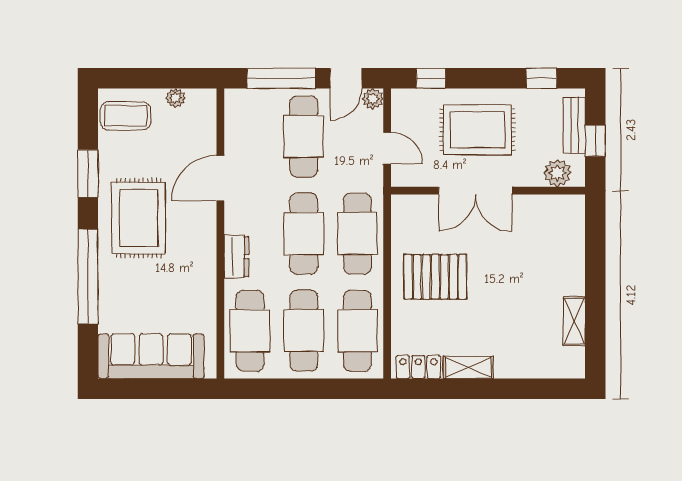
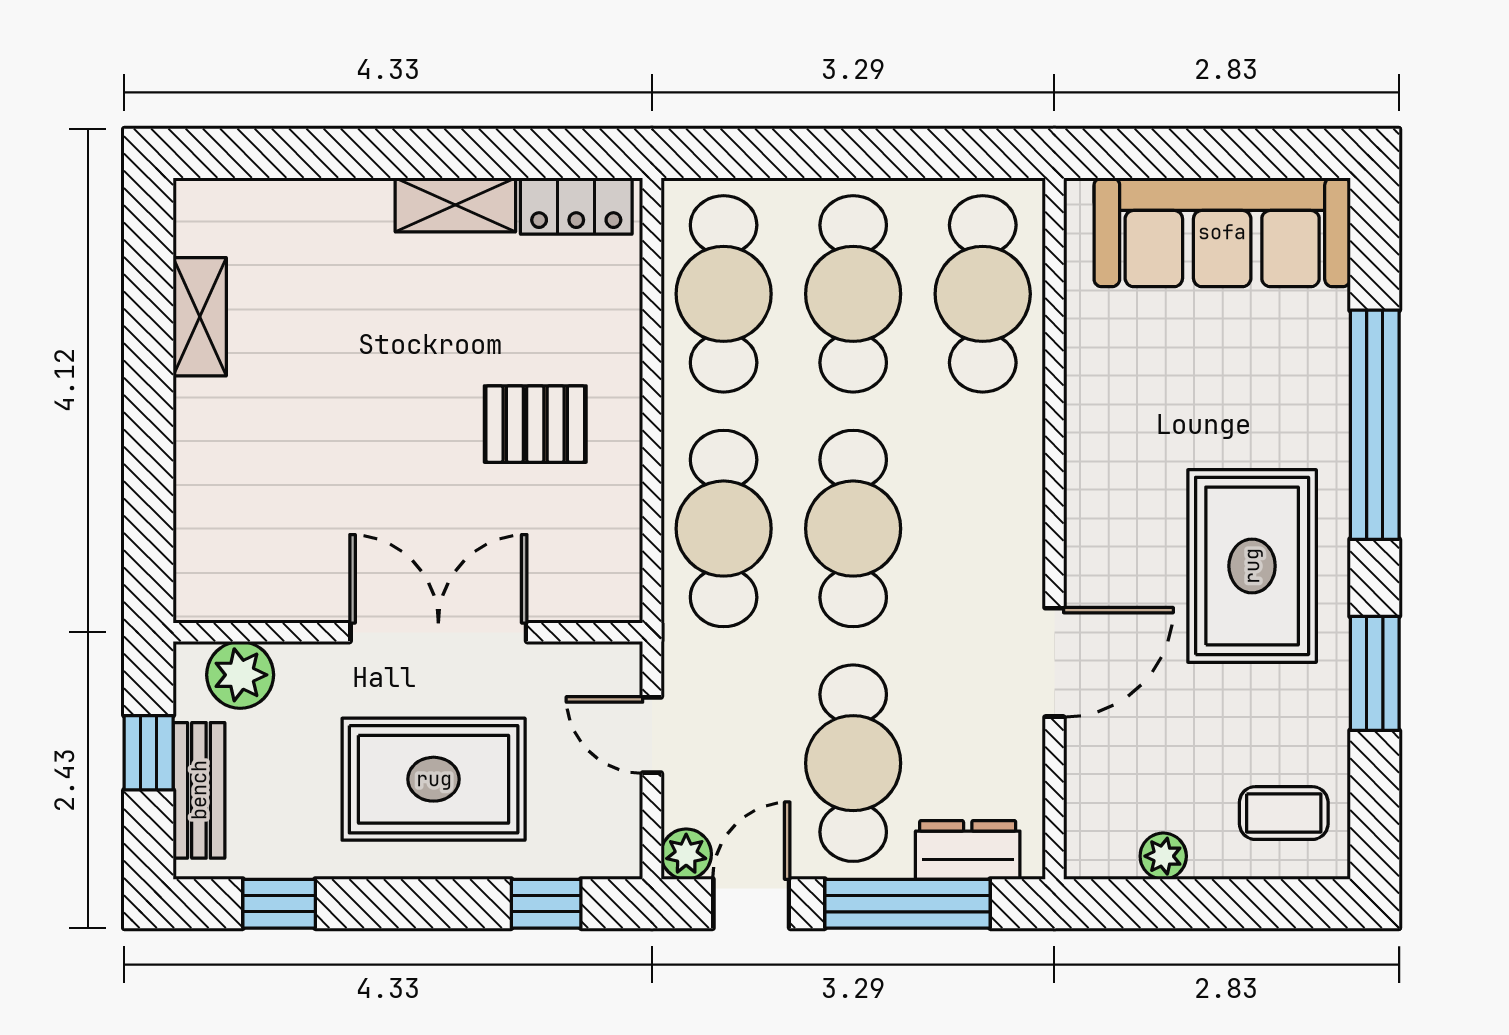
coffee table: (126, 116) -> (1284, 813), width x0.73, depth x0.77
dresser: (236, 257) -> (968, 850), moved, turned 90
pallet: (435, 277) -> (535, 424), width x0.67, depth x0.71

